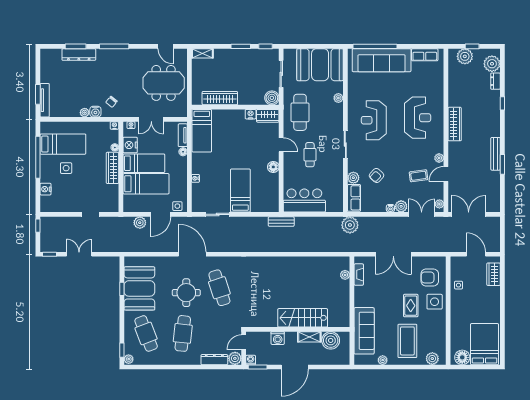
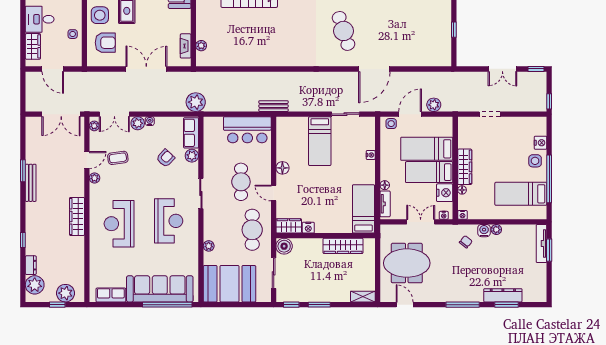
cafe table: (310, 155) -> (241, 182), width x1.37, depth x1.35
side table: (66, 168) -> (535, 161), moved
door: (192, 254) -> (374, 69), hinge flipped
booth: (139, 288) -> (434, 30), removed
round table: (186, 293) -> (381, 25), removed
desk: (488, 298) -> (40, 19), added

